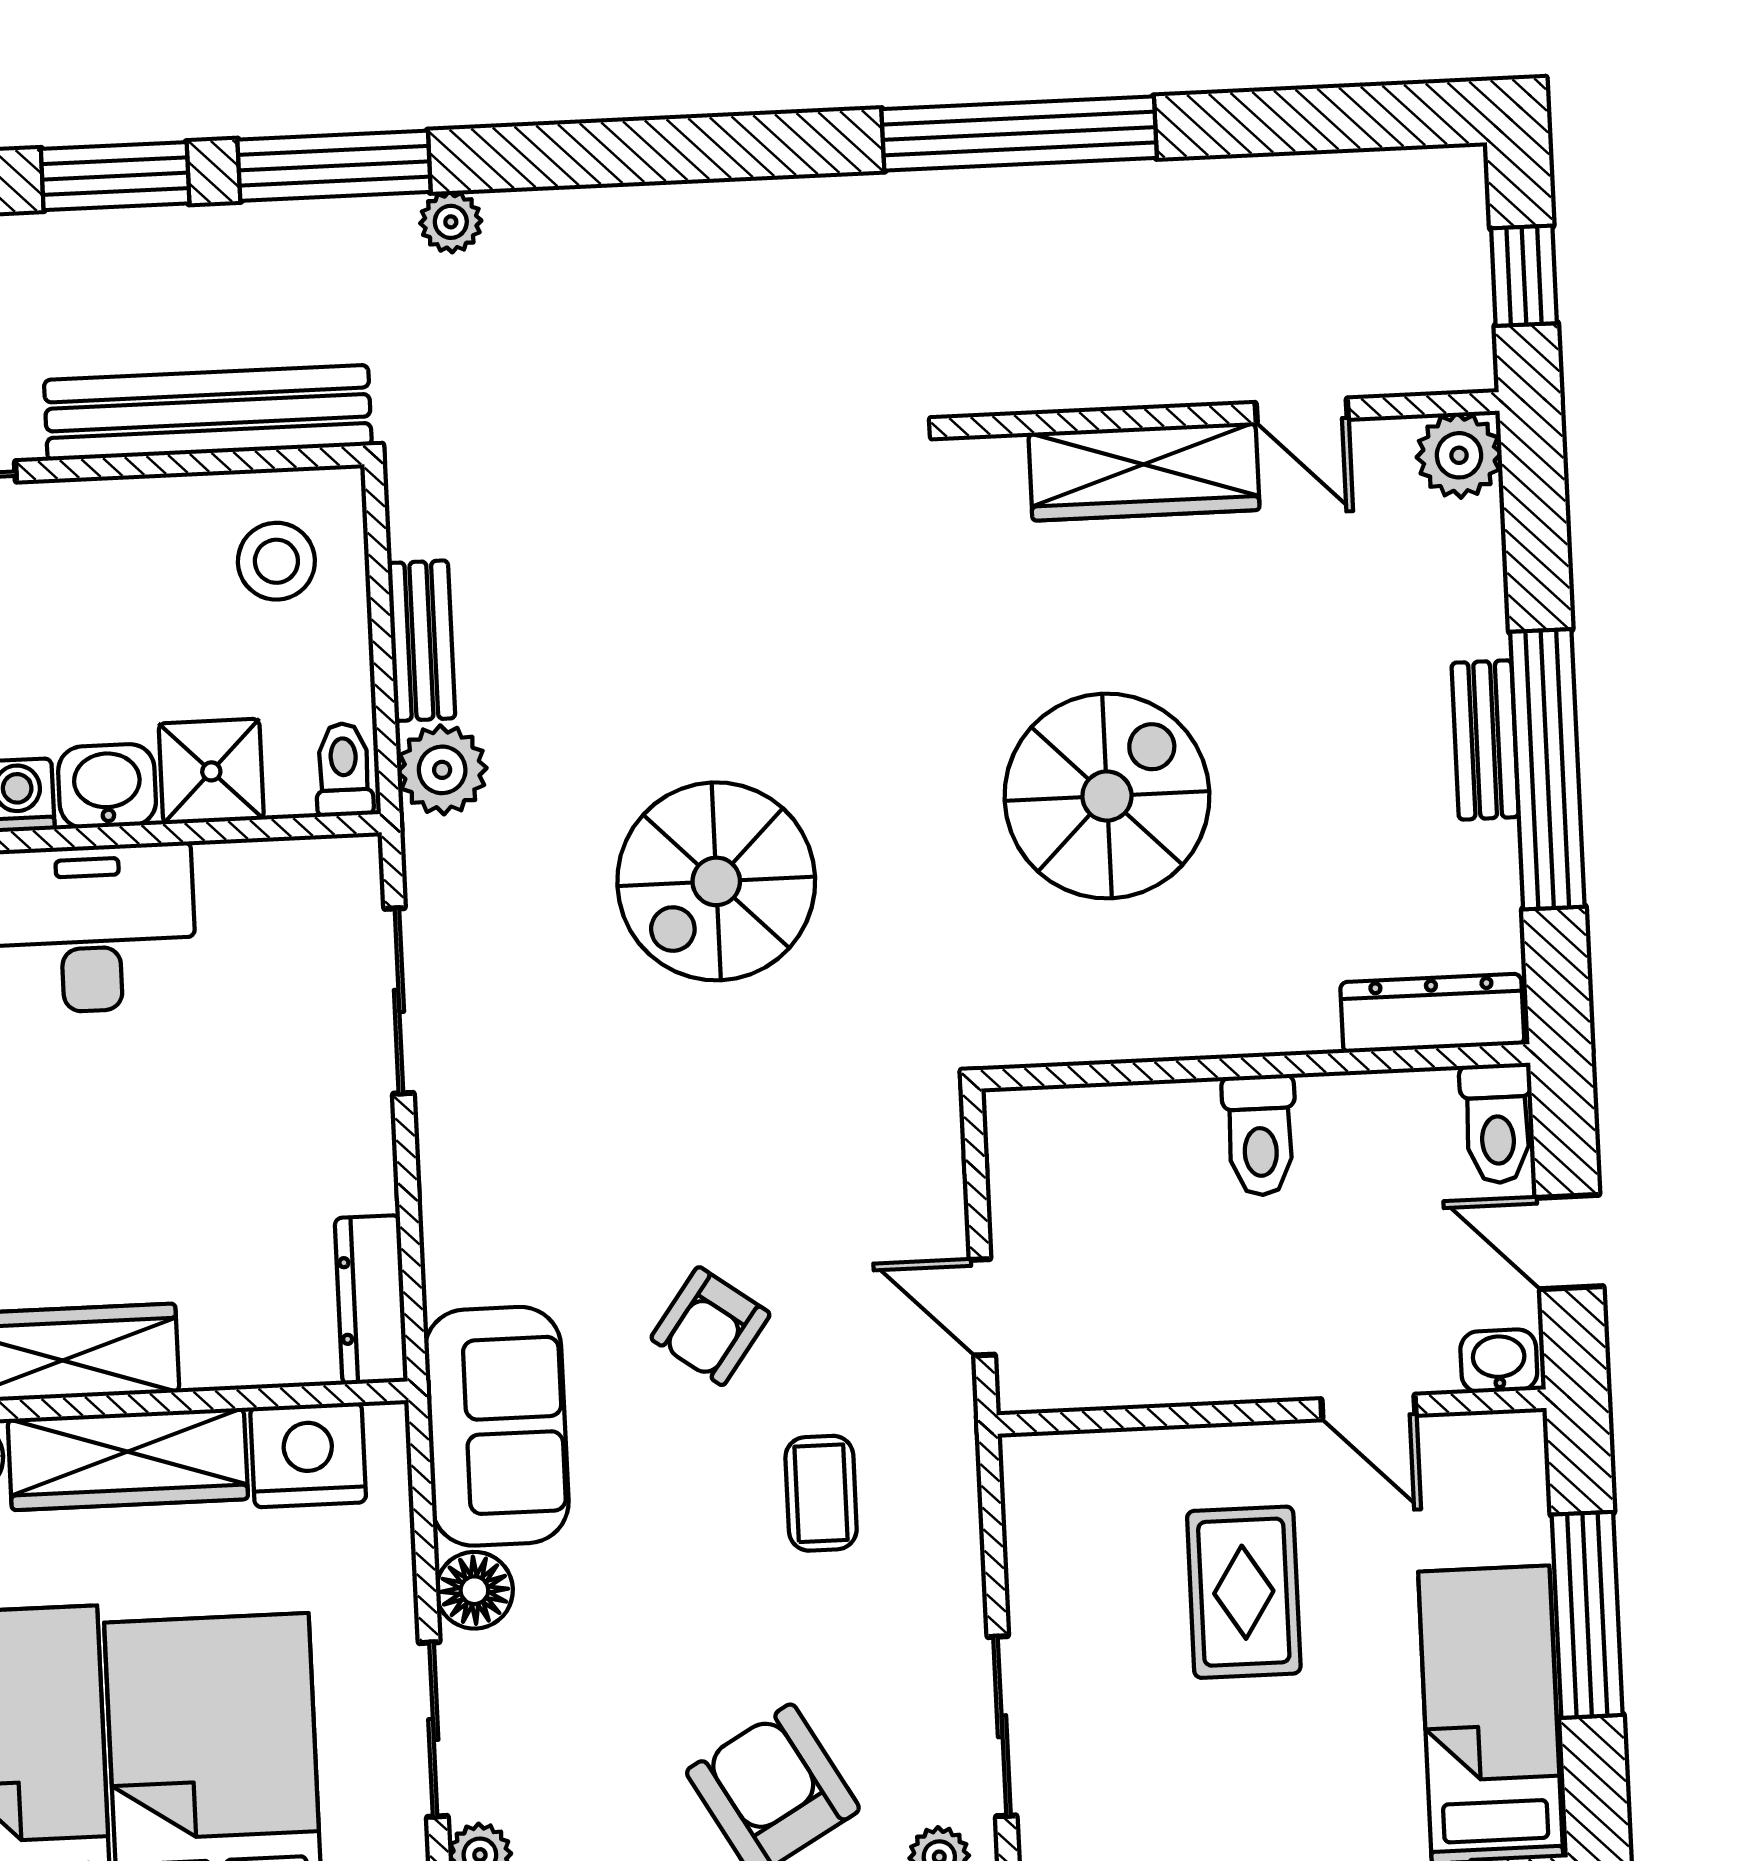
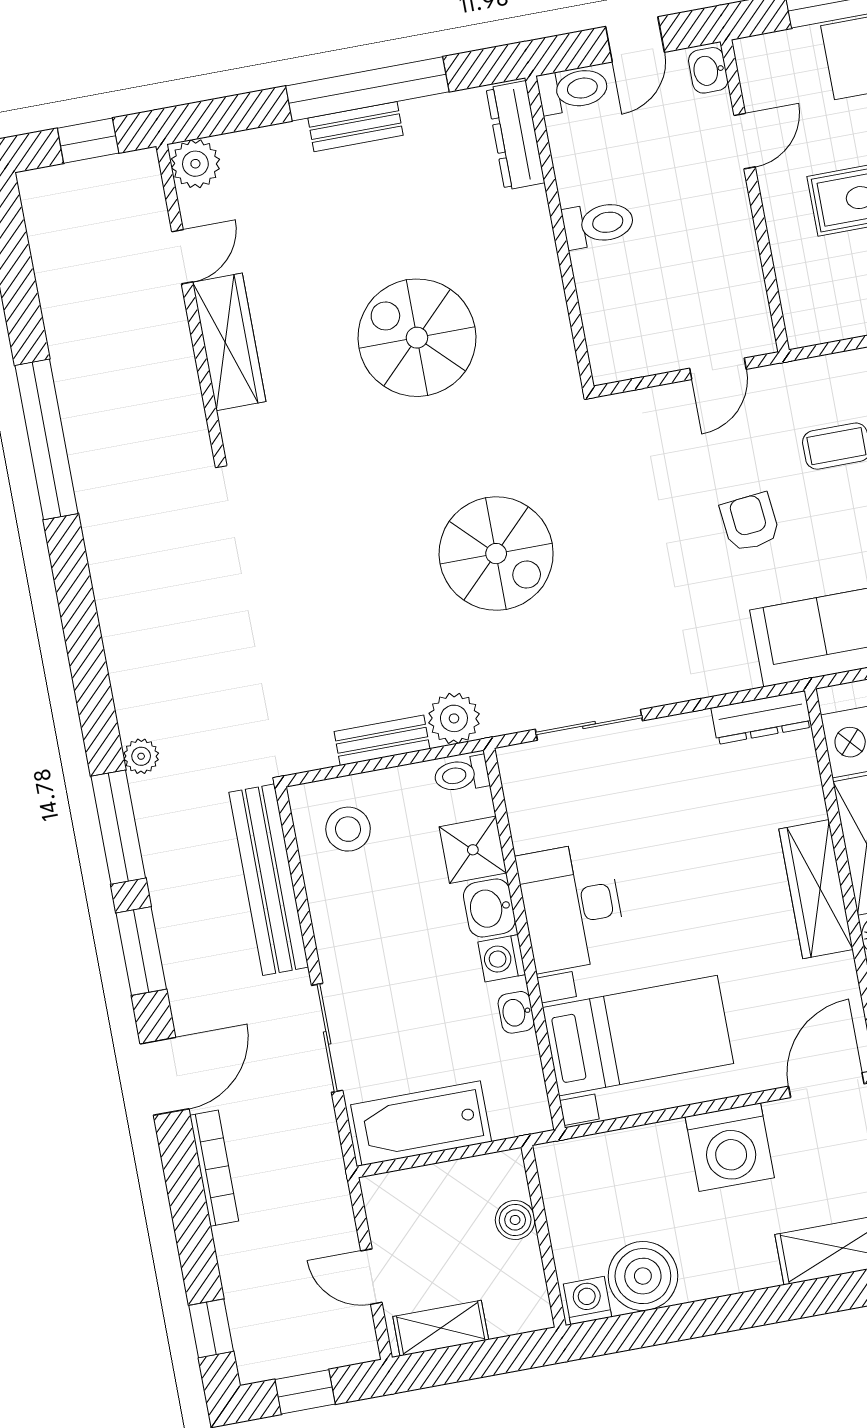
armchair: (711, 1326) -> (750, 522), turned -132

